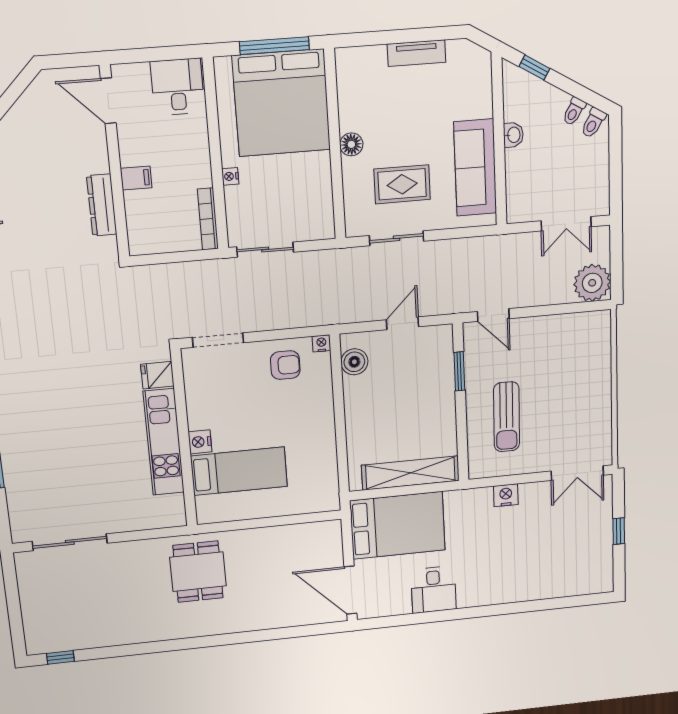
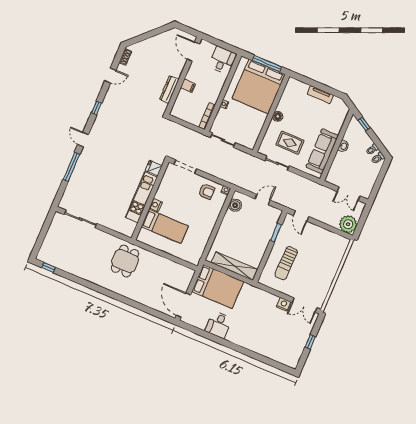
nightstand: (506, 495) -> (284, 304), moved

